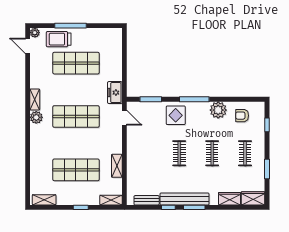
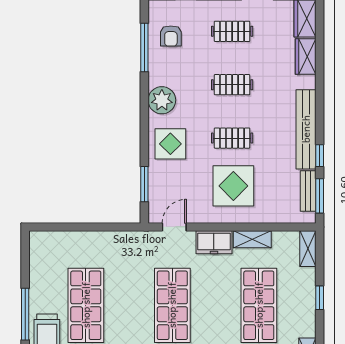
freezer: (115, 93) -> (214, 242), moved
window: (194, 99) -> (144, 48), moved
plant: (218, 110) -> (162, 100), moved
display table: (150, 154) -> (233, 186), added
window: (194, 207) -> (320, 196), moved

